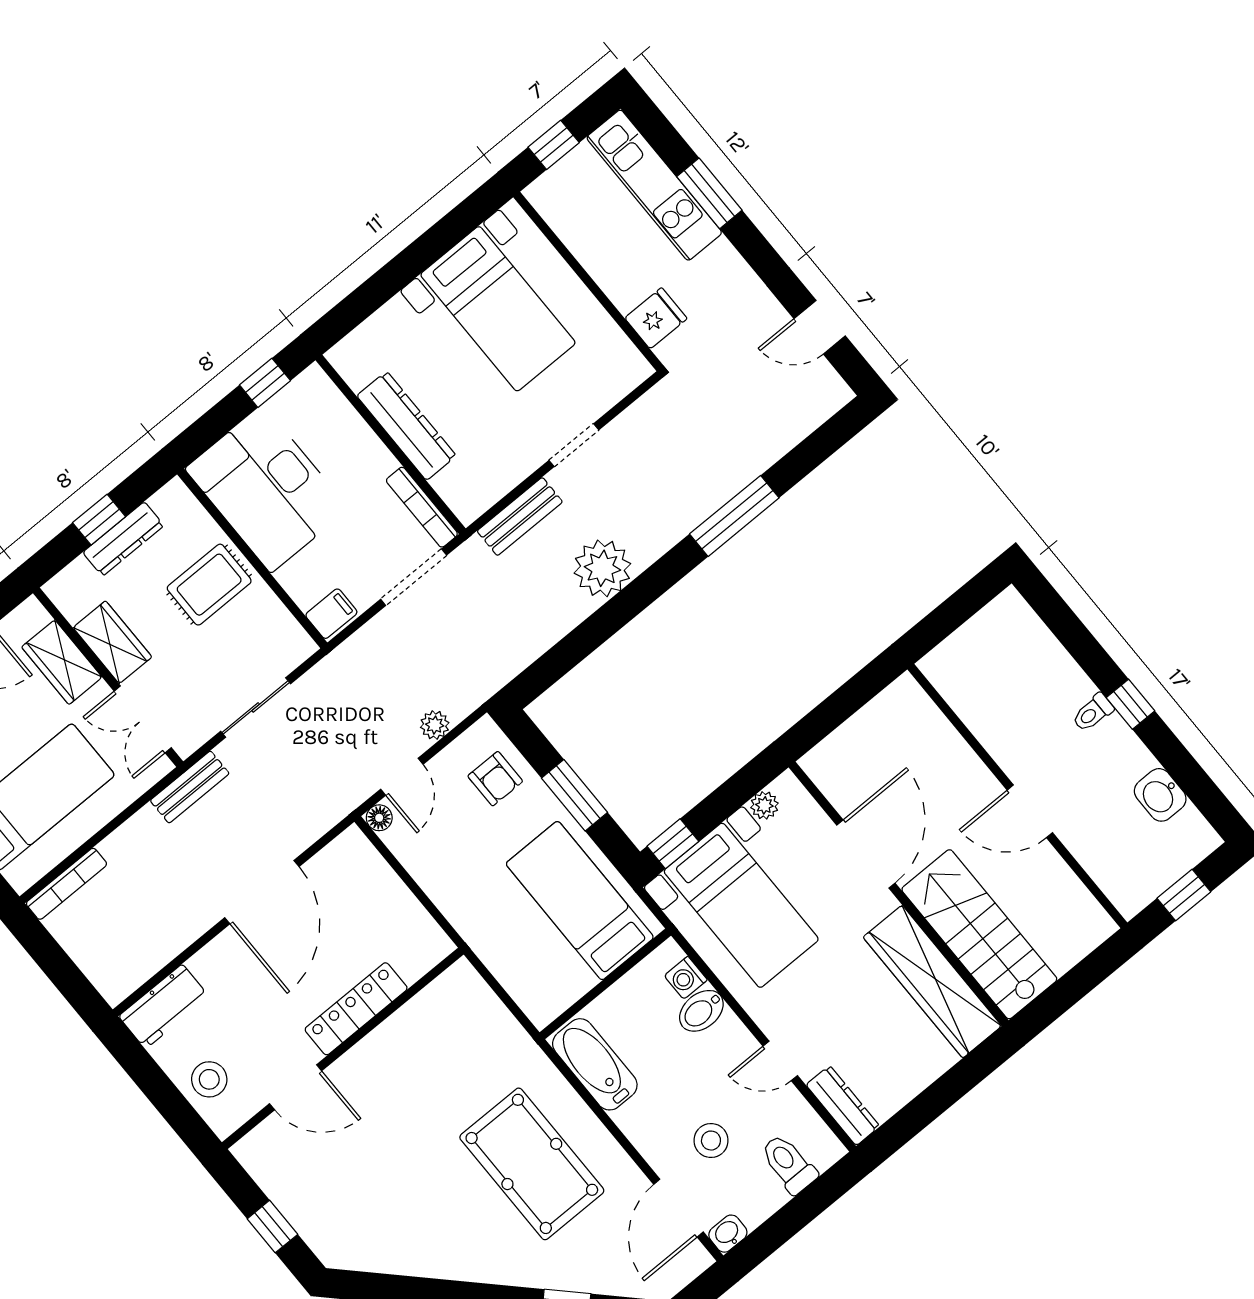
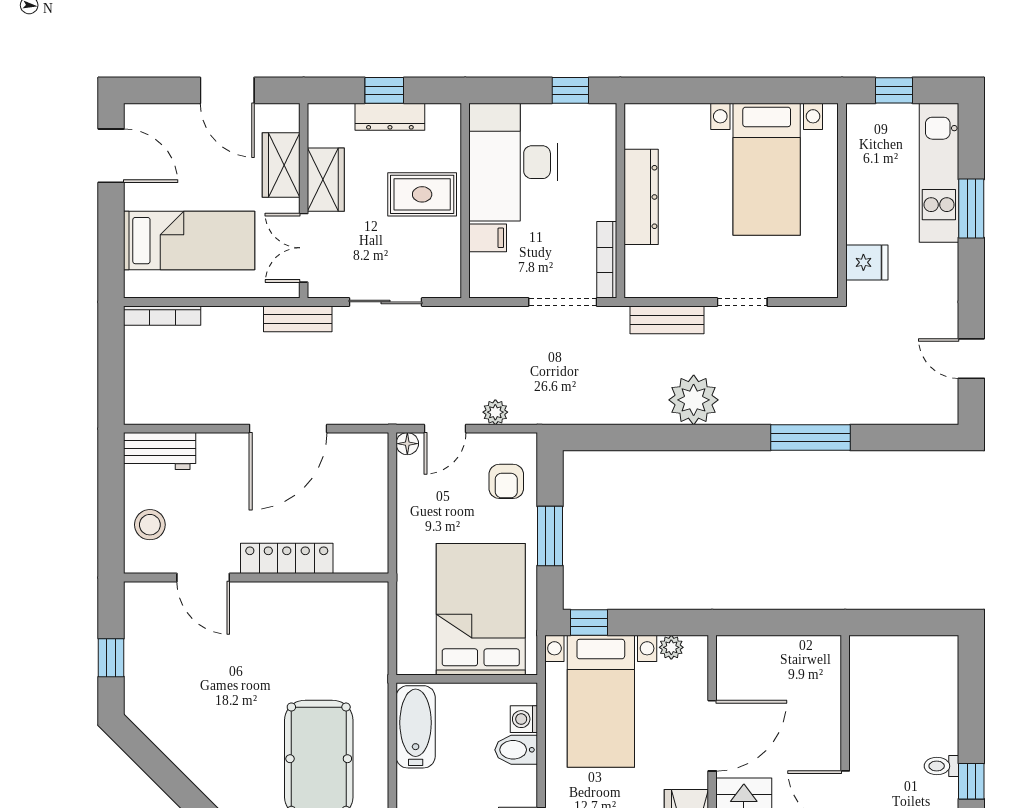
filing cabinet: (331, 614) -> (488, 238), moved
bed: (580, 901) -> (481, 609), width x1.50

